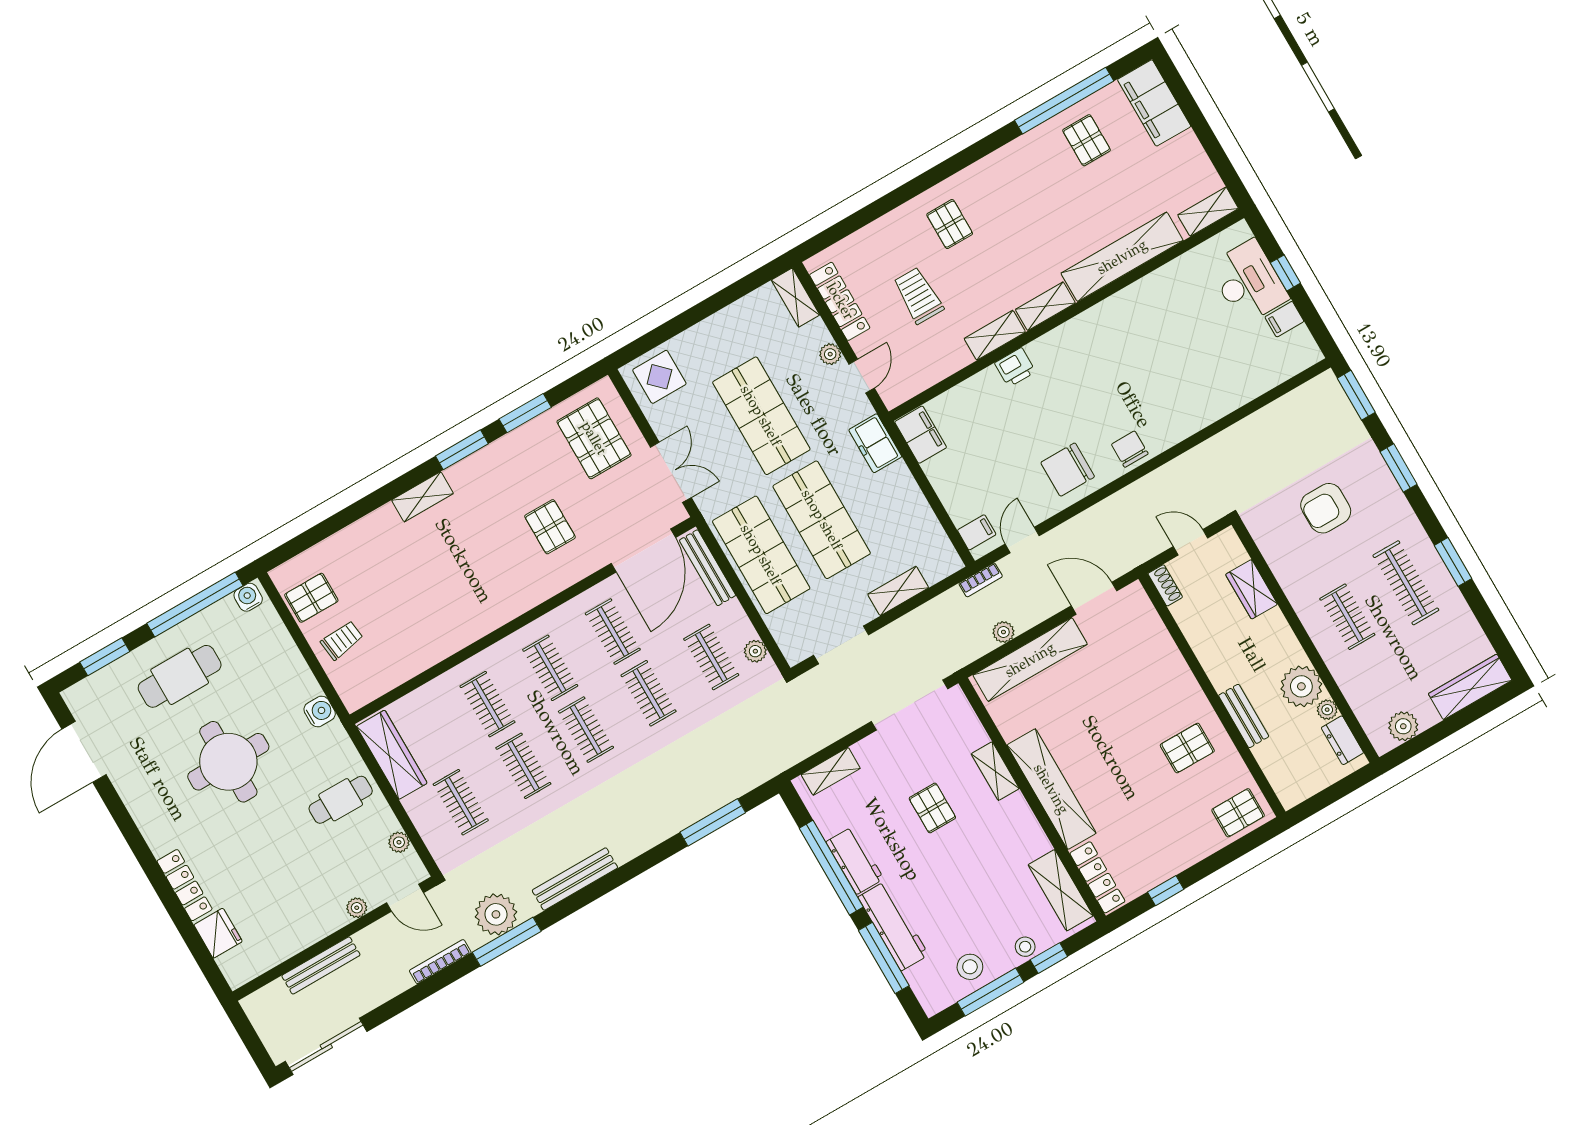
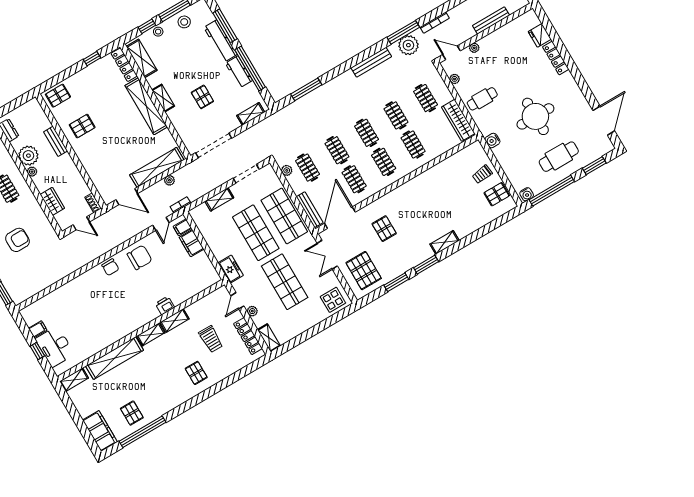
filing cabinet: (921, 435) -> (191, 243), moved
plant: (1327, 710) -> (32, 172), moved
shelving: (995, 771) -> (163, 98), moved

